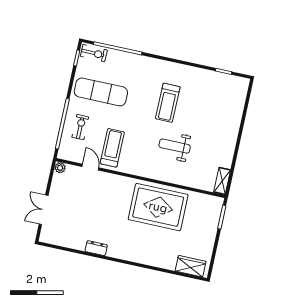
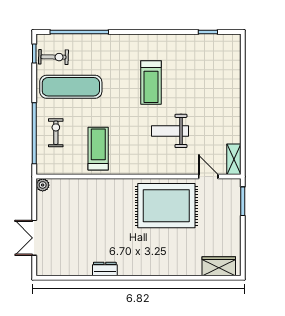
exercise bike: (94, 53) -> (53, 57), moved
door: (90, 167) -> (208, 177), moved

